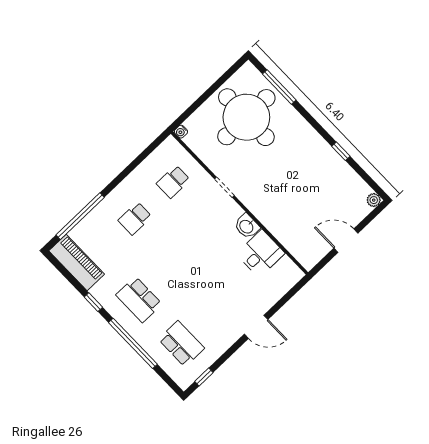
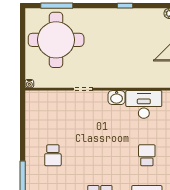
school desk: (173, 182) -> (147, 155), moved, turned 180
desk: (260, 254) -> (144, 104), width x1.37

